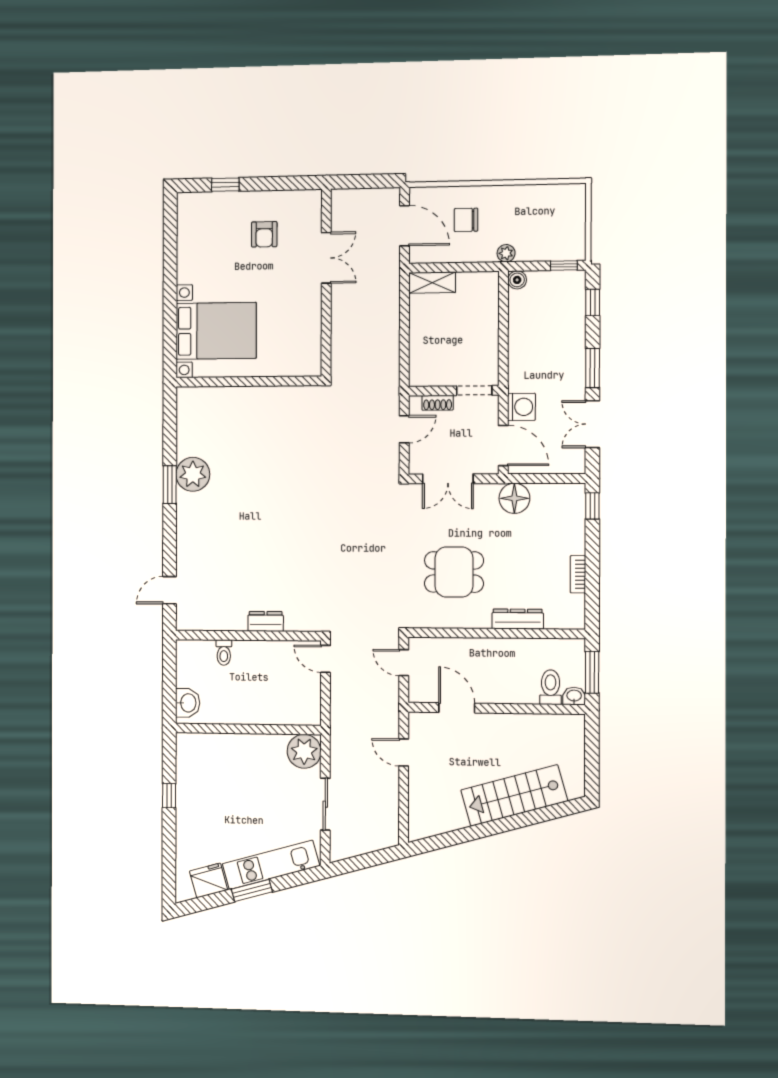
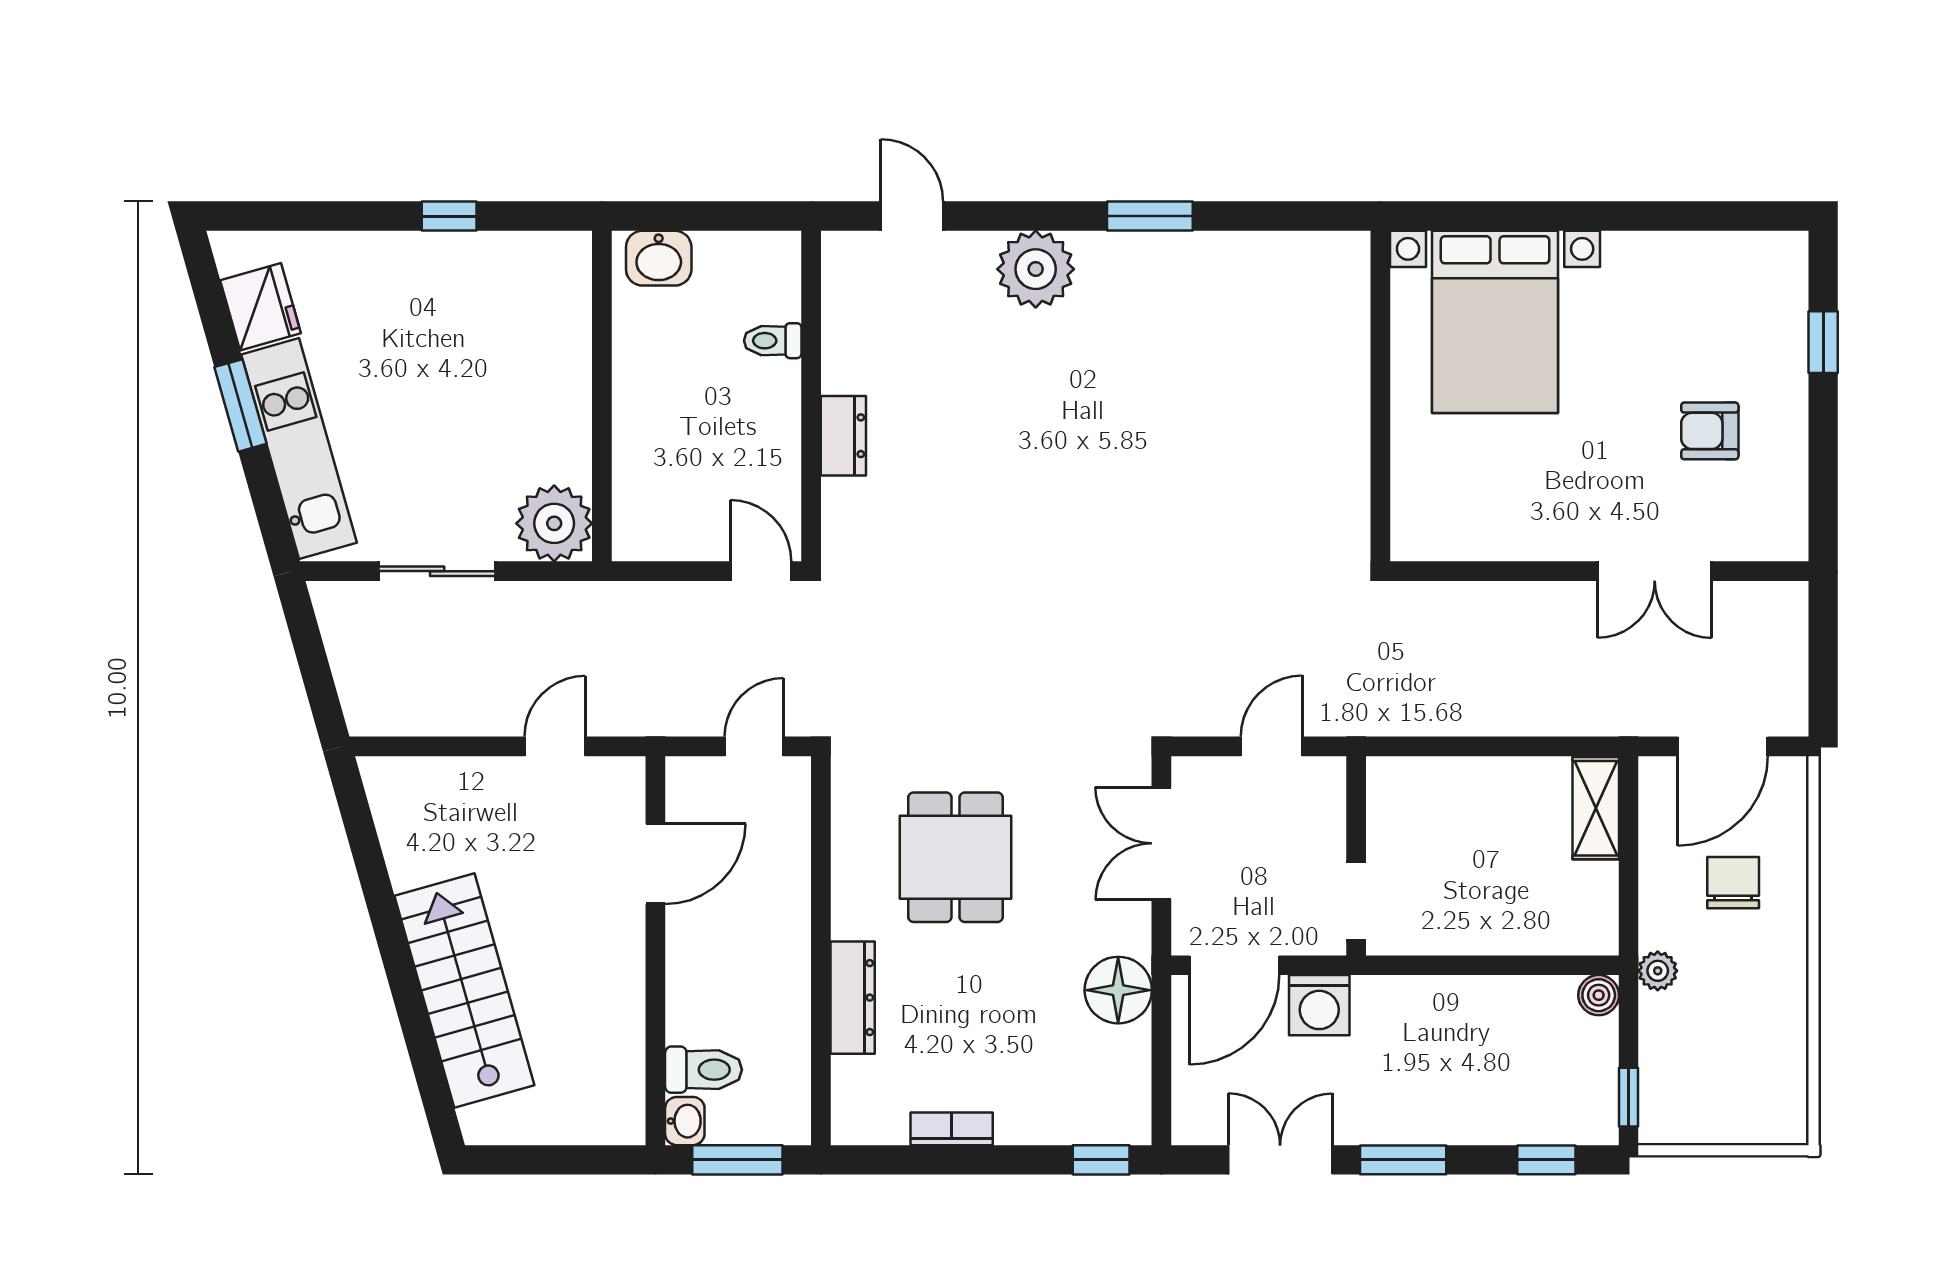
shoe rack: (438, 403) -> (1330, 820), removed
door: (404, 429) -> (1272, 746), swing flipped
plant: (193, 474) -> (1036, 269), moved
door: (326, 659) -> (761, 571), hinge flipped

